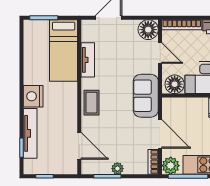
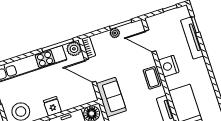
nightstand: (33, 96) -> (169, 66), moved, turned 180

